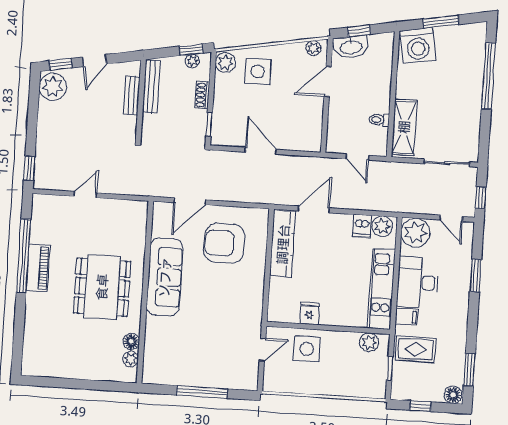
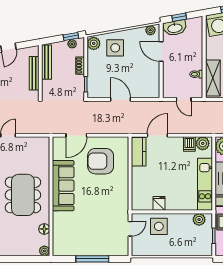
door: (328, 82) -> (161, 51), hinge flipped
bench: (132, 95) -> (34, 73), width x1.36
kitchen counter: (283, 244) -> (139, 152), width x0.67
plant: (131, 359) -> (44, 251), moved

